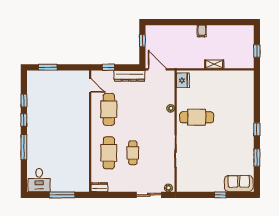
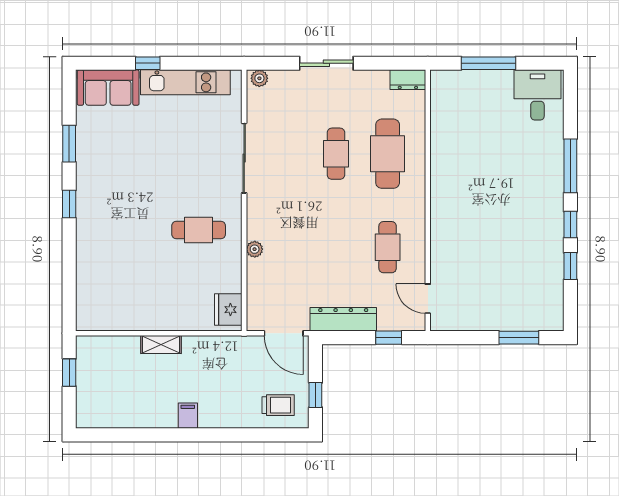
trolley: (160, 36) -> (278, 405), added
cafe table: (109, 109) -> (388, 247), width x0.73, depth x0.74
cafe table: (197, 117) -> (199, 230), width x0.73, depth x0.74
kitchen unit: (203, 186) -> (185, 82), added
sliding door: (149, 195) -> (326, 63), moved

